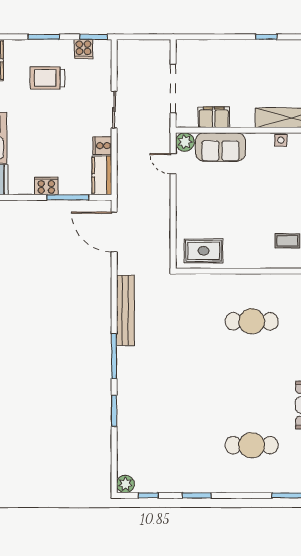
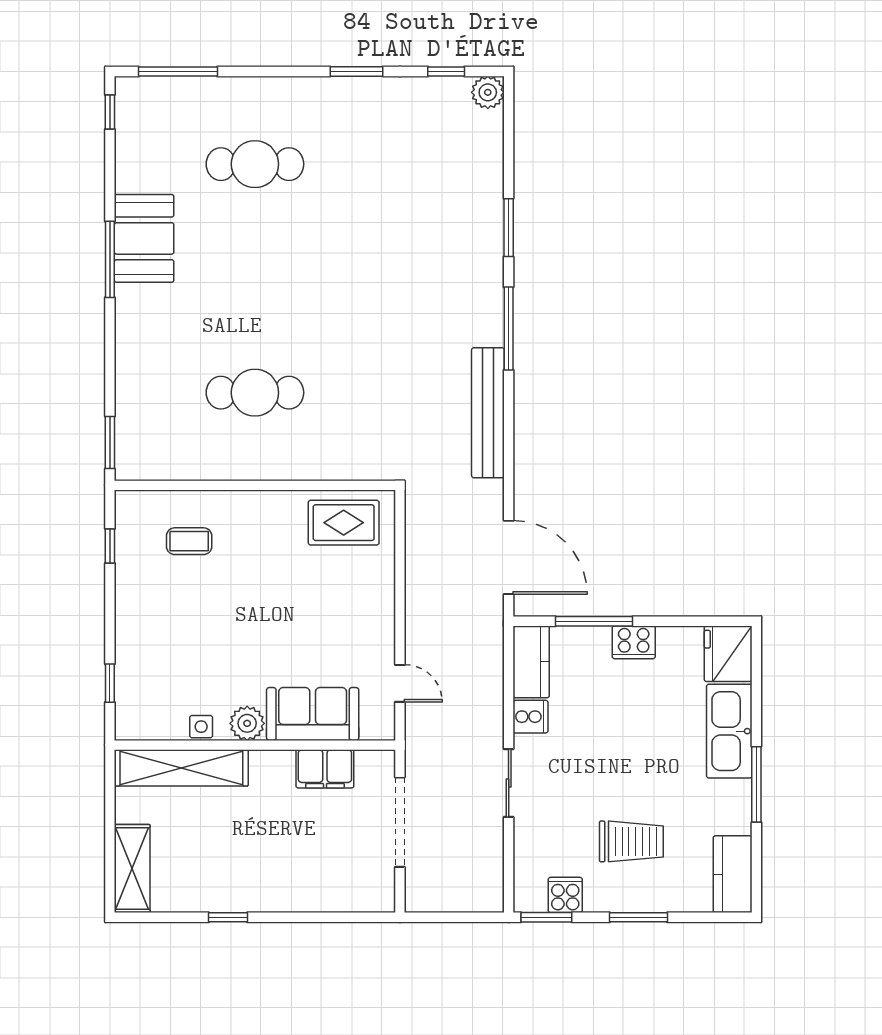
plant: (185, 142) -> (247, 723), moved

